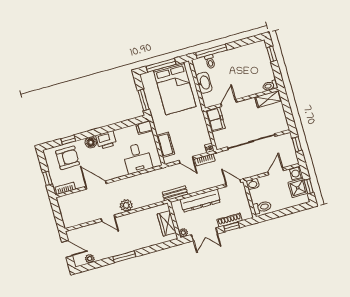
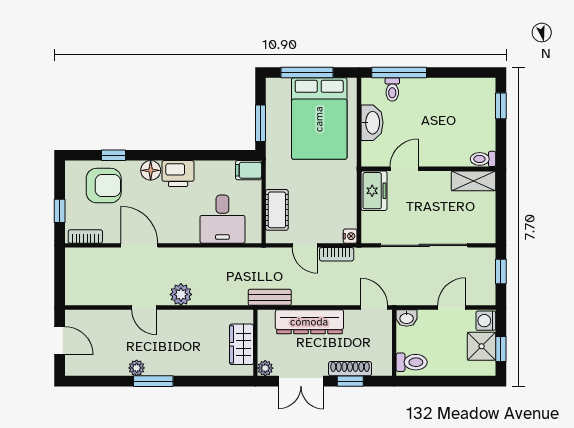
plant: (90, 259) -> (137, 368), moved

